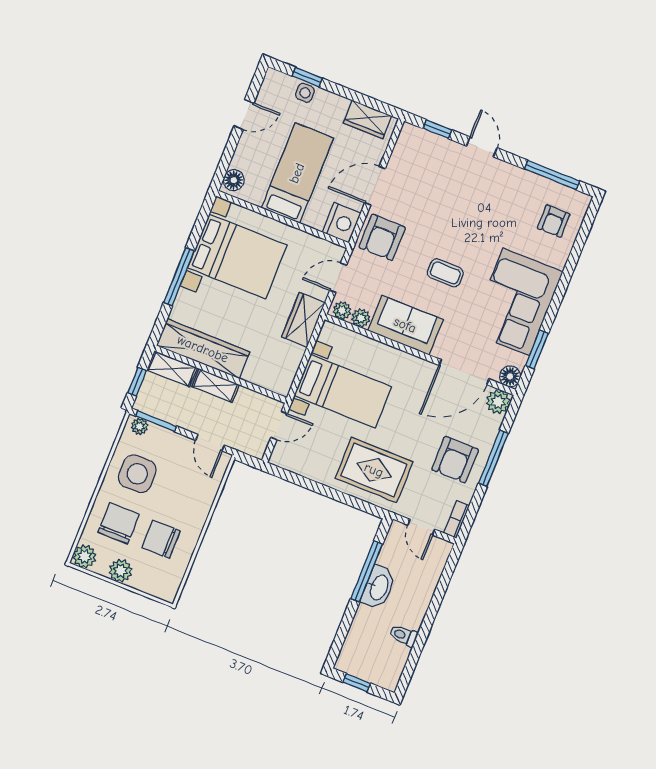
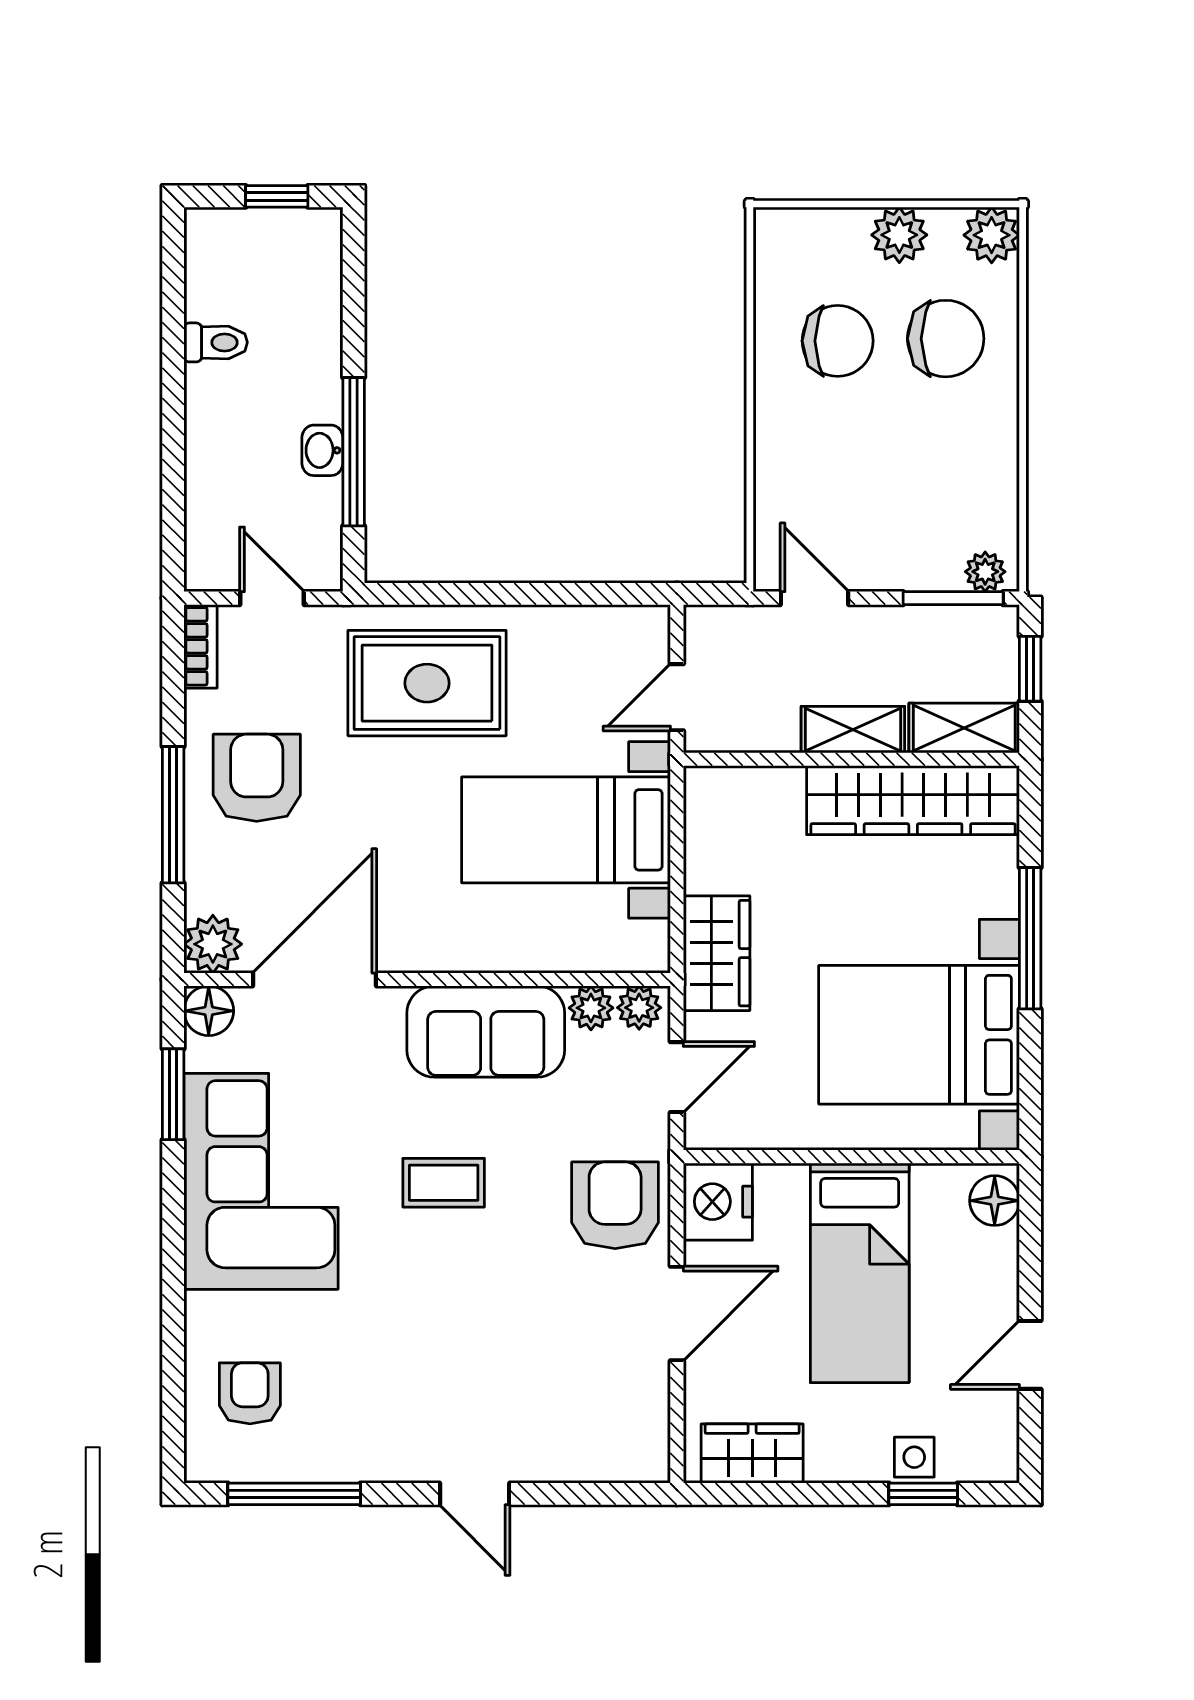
window: (437, 129) -> (589, 1494), removed
side table: (137, 474) -> (948, 465), removed
chair: (119, 523) -> (946, 339), turned -90
washbasin: (379, 587) -> (322, 450), width x0.52, depth x0.69

